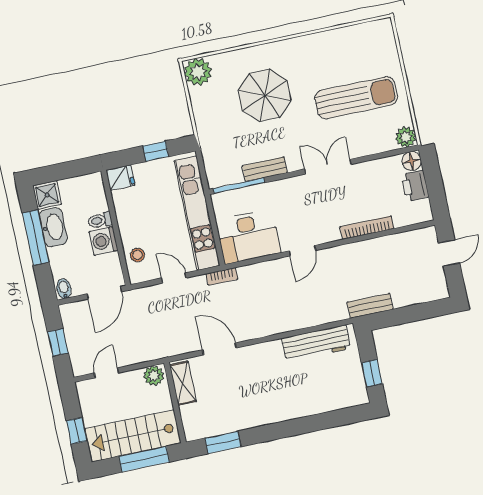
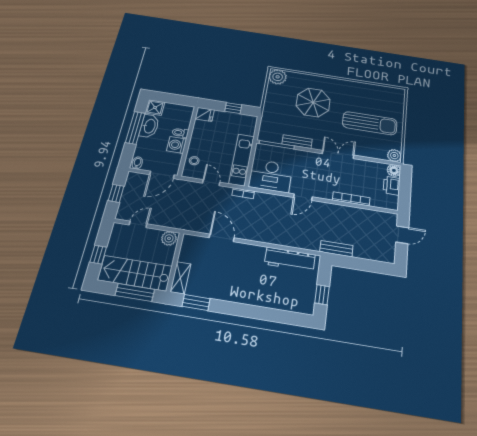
kitchen unit: (197, 213) -> (242, 160), width x0.73
shelving: (183, 383) -> (180, 278), moved

